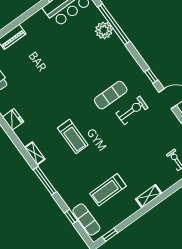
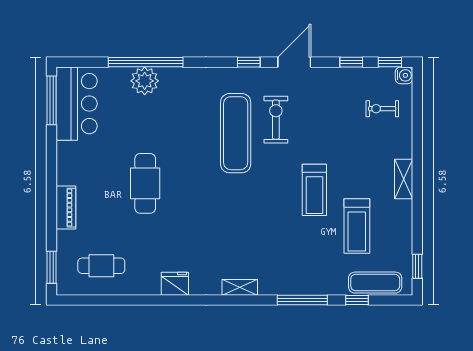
cafe table: (53, 68) -> (145, 183), added
exercise mat: (111, 95) -> (236, 133), width x1.36, depth x1.45
treadmill: (73, 137) -> (314, 190), moved, turned 90
window: (45, 181) -> (302, 300), moved

